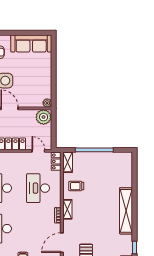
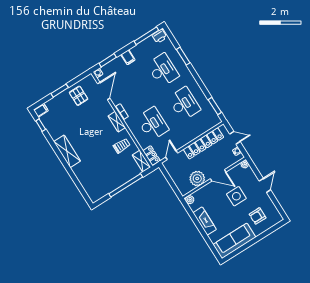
fireplace: (46, 77) -> (205, 221), added
plant: (44, 117) -> (197, 178), moved
door: (38, 151) -> (172, 155), swing flipped
shelving: (126, 211) -> (67, 151), width x0.68

